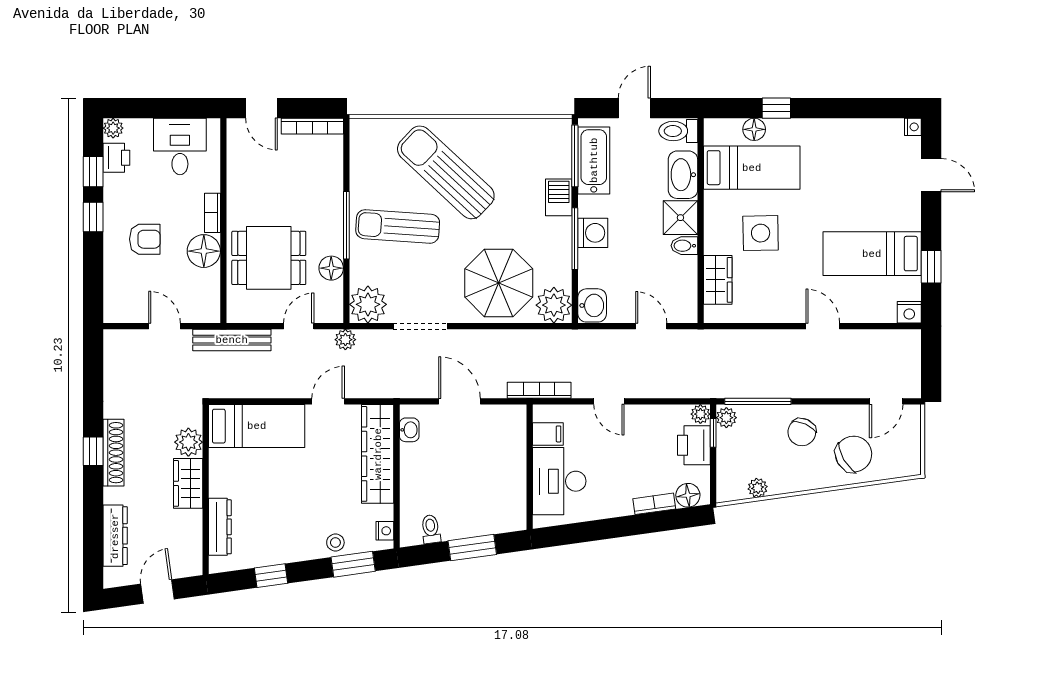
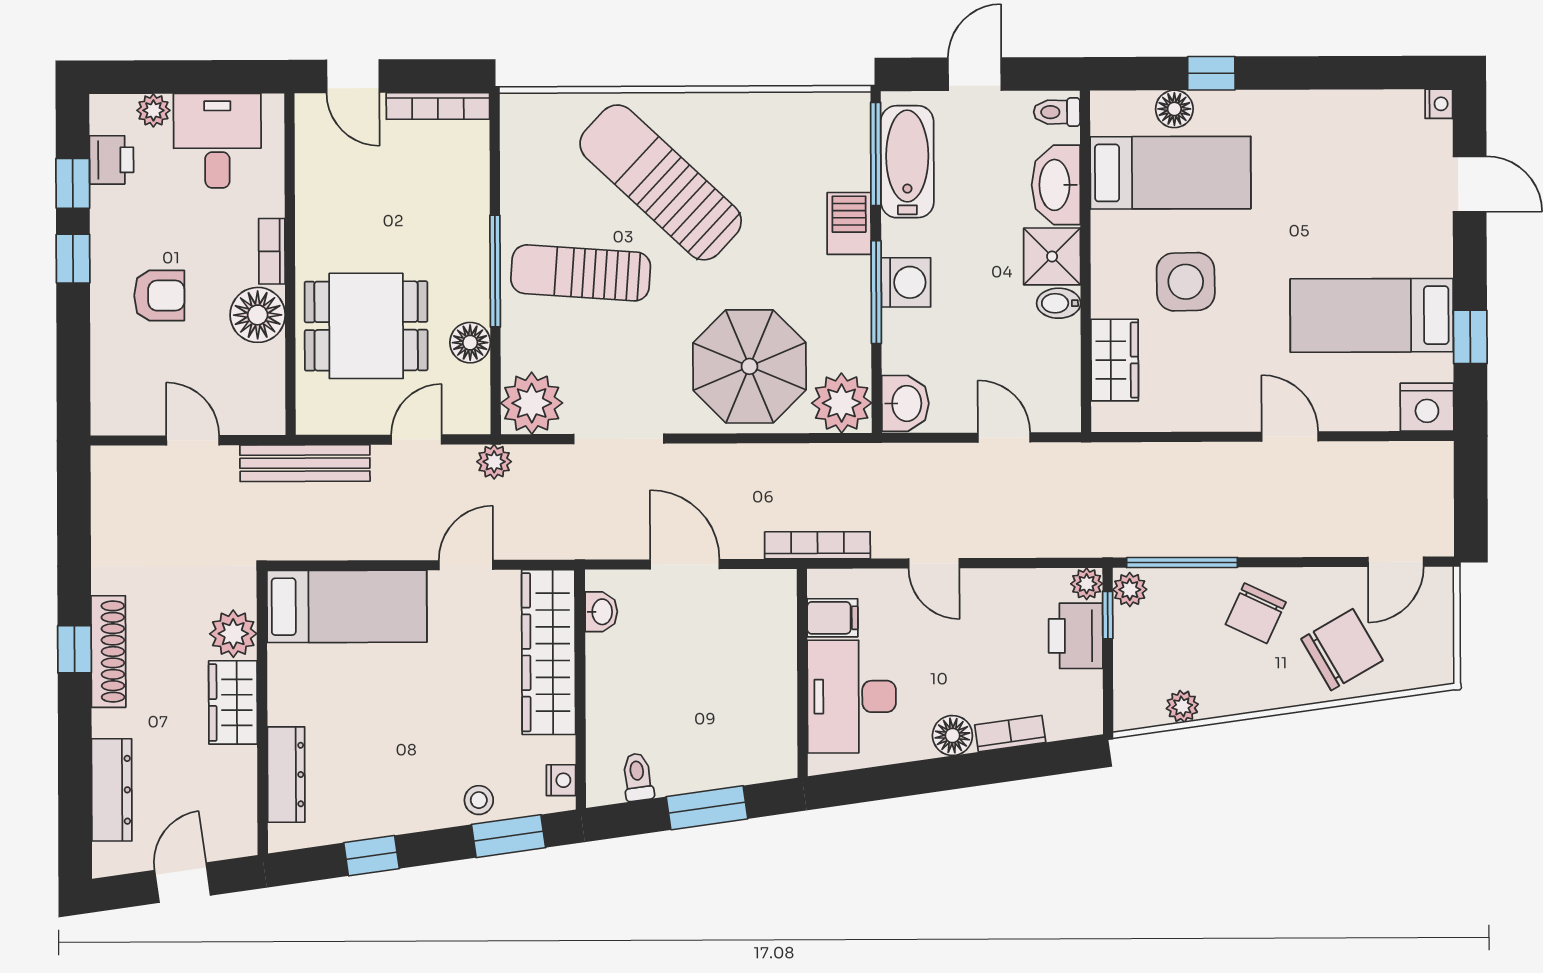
plant: (113, 128) -> (153, 110), moved
toilet: (678, 131) -> (1057, 112), width x0.73, depth x0.72
nightstand: (909, 312) -> (1427, 407), width x1.36, depth x1.33
floor lamp: (688, 495) -> (952, 735), moved

